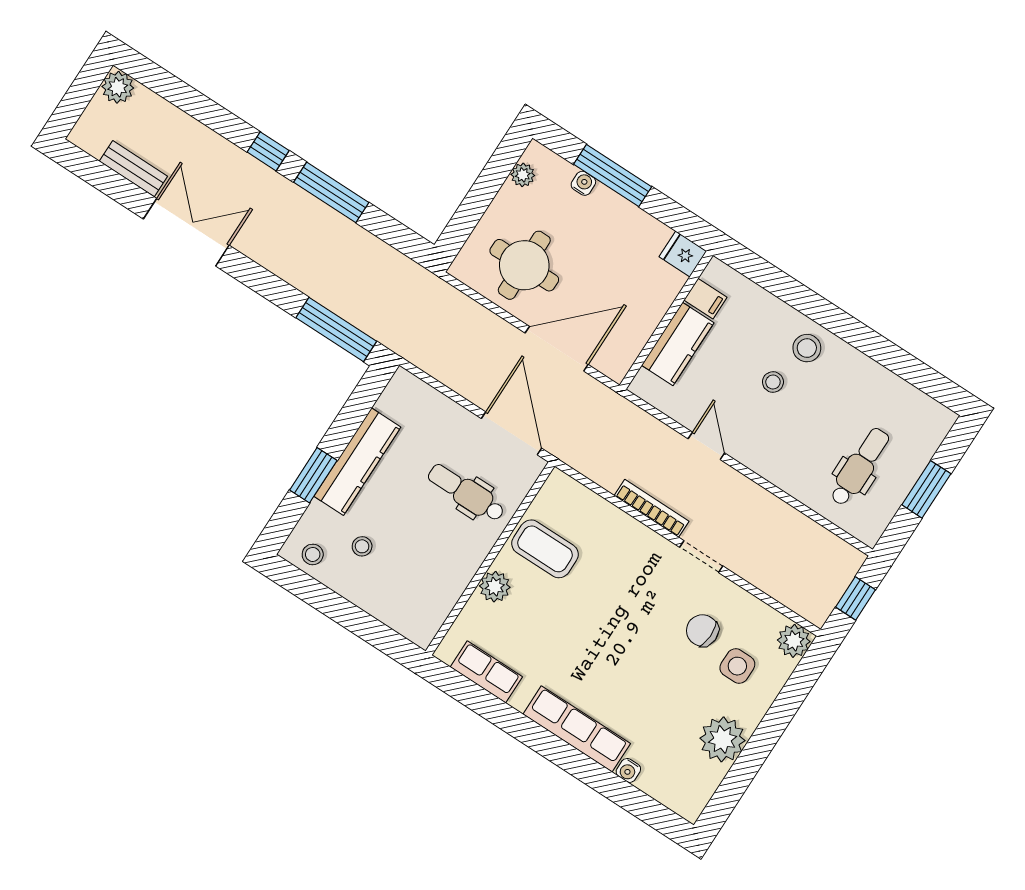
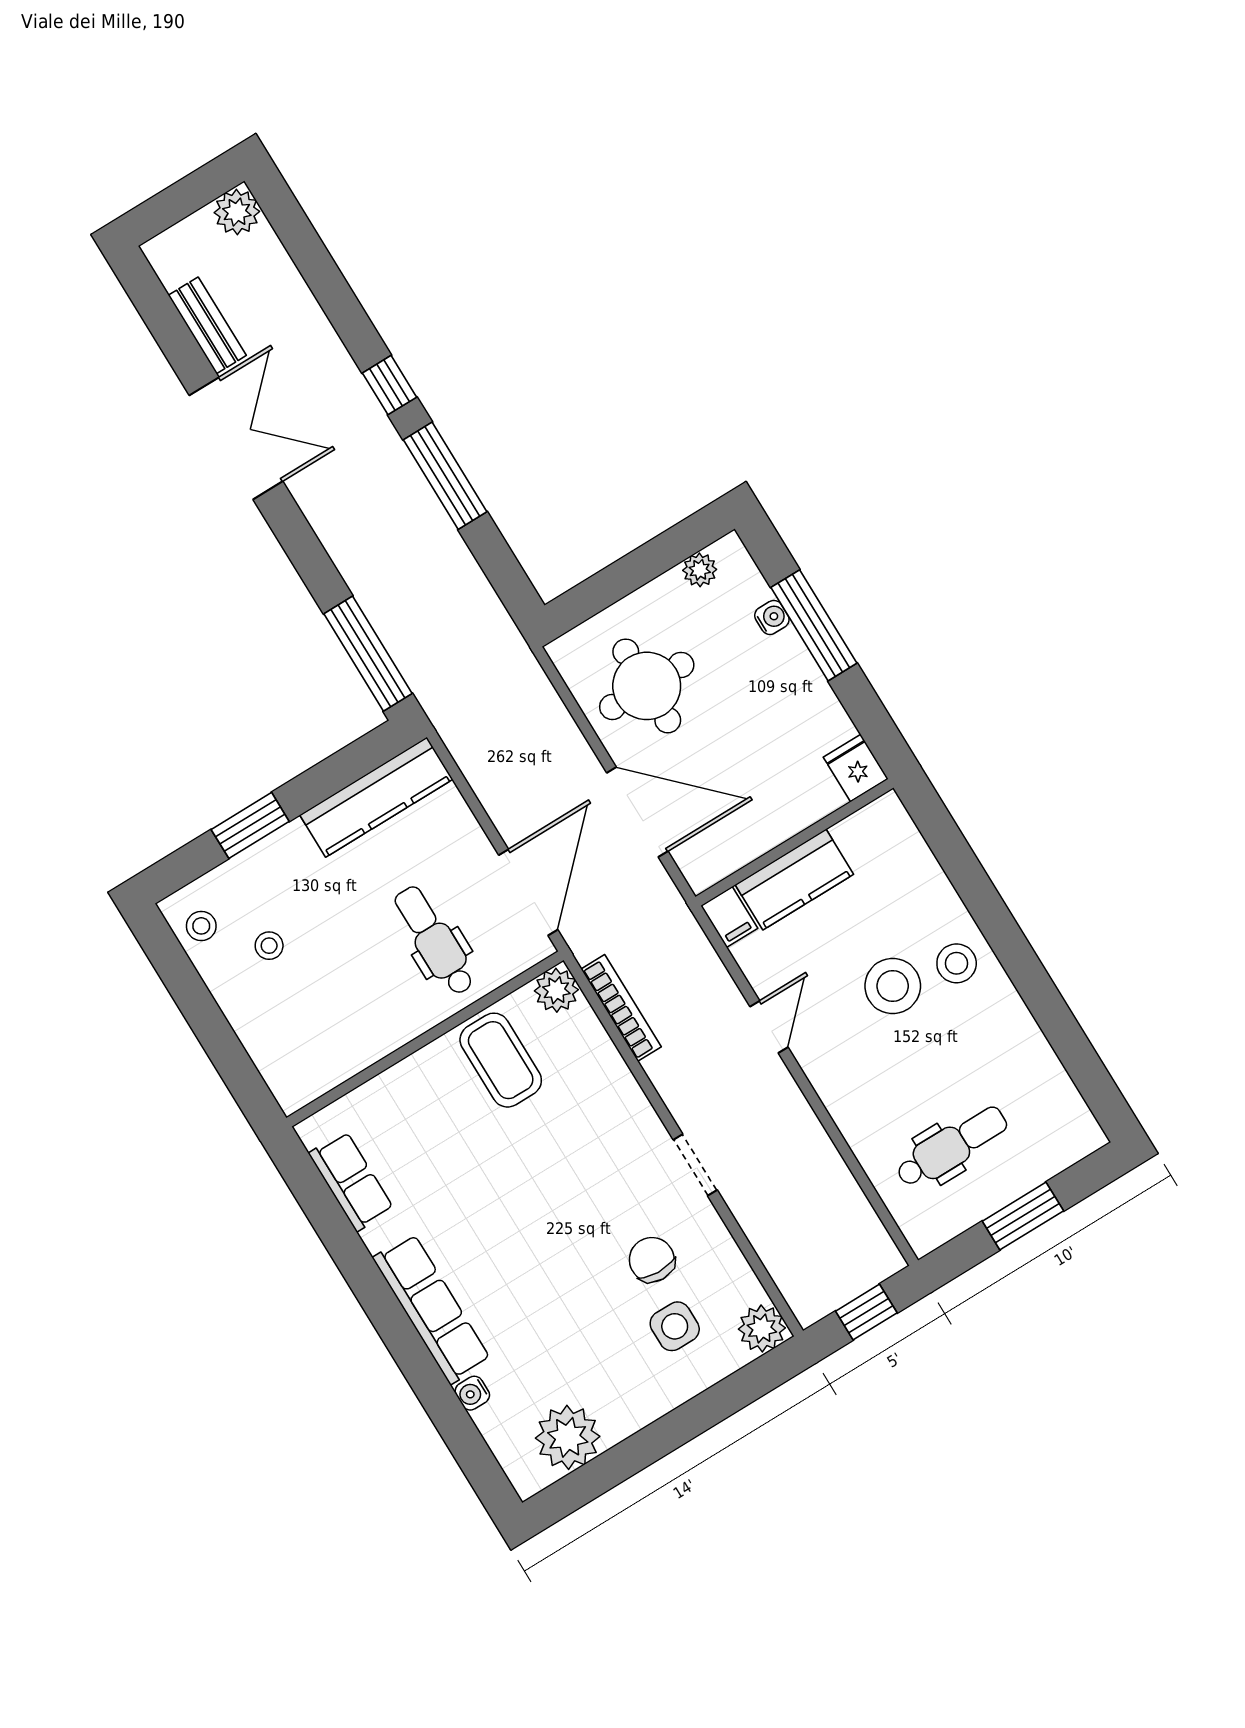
filing cabinet: (705, 299) -> (729, 917), moved
stool: (773, 382) -> (893, 986), width x1.89, depth x1.89
kitchen counter: (357, 462) -> (376, 797), moved
bookcase: (652, 508) -> (621, 1008), moved
plant: (495, 587) -> (556, 990), moved
plant: (722, 739) -> (568, 1437), moved

